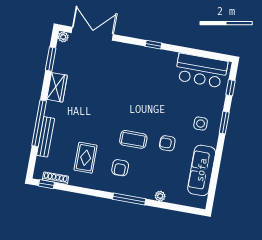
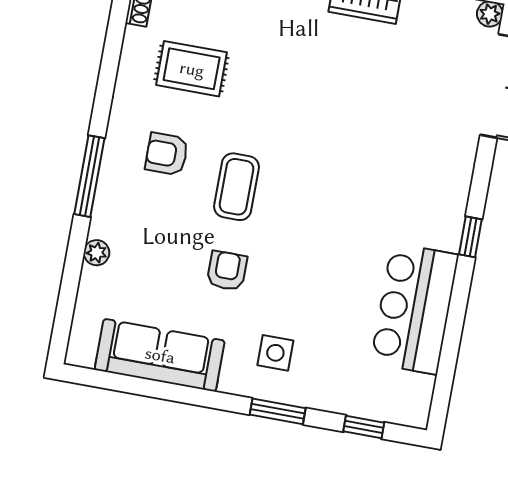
bar counter: (201, 71) -> (415, 309), moved

